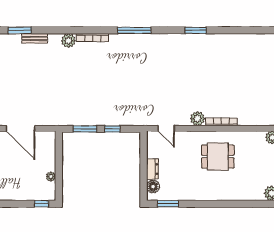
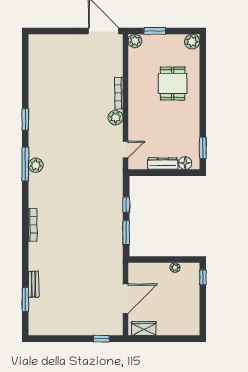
window: (134, 30) -> (25, 164), moved
plant: (68, 41) -> (36, 165), moved
dining table: (218, 157) -> (173, 83), moved
dresser: (152, 169) -> (163, 164), width x1.44

